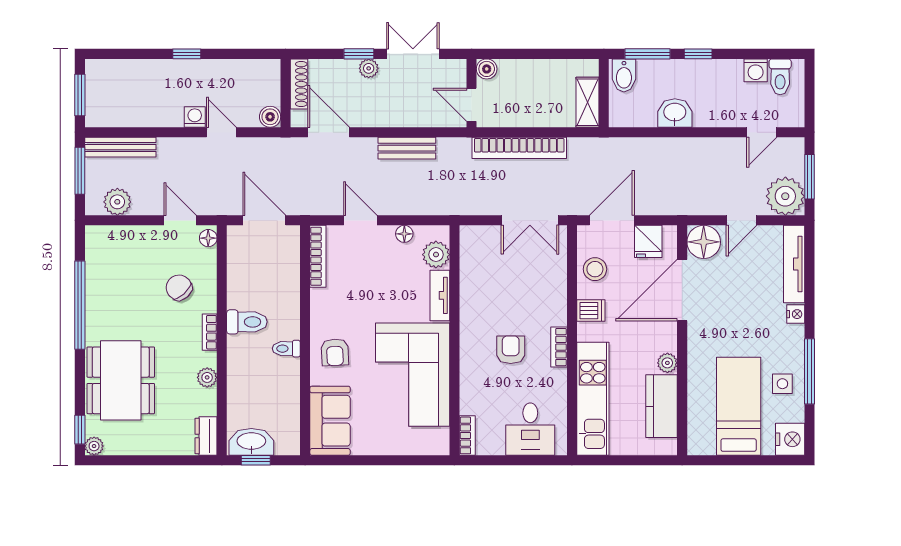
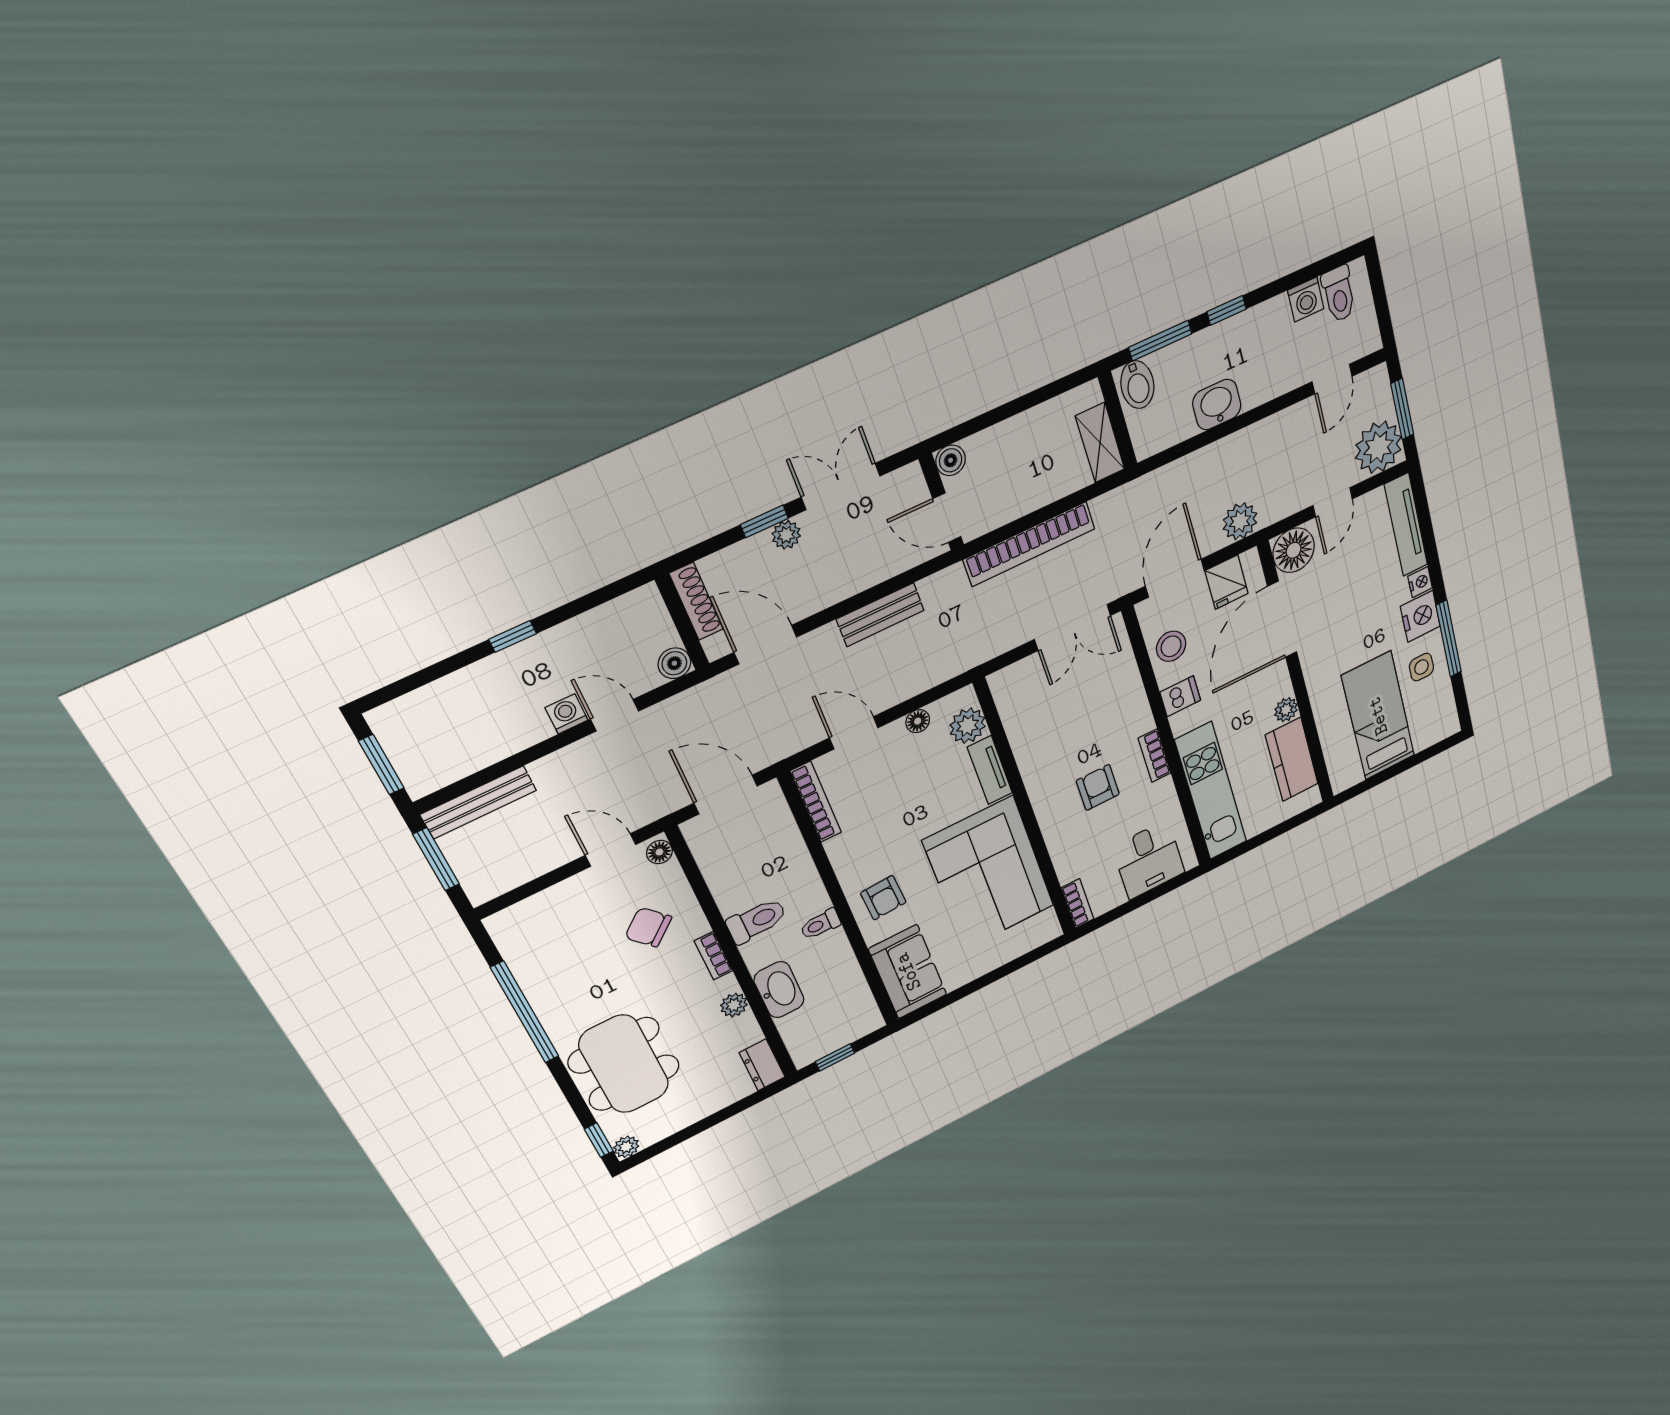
plant: (117, 202) -> (1240, 521), moved
nightstand: (790, 439) -> (1420, 616), moved
washbasin: (251, 442) -> (779, 990), moved, turned 90

